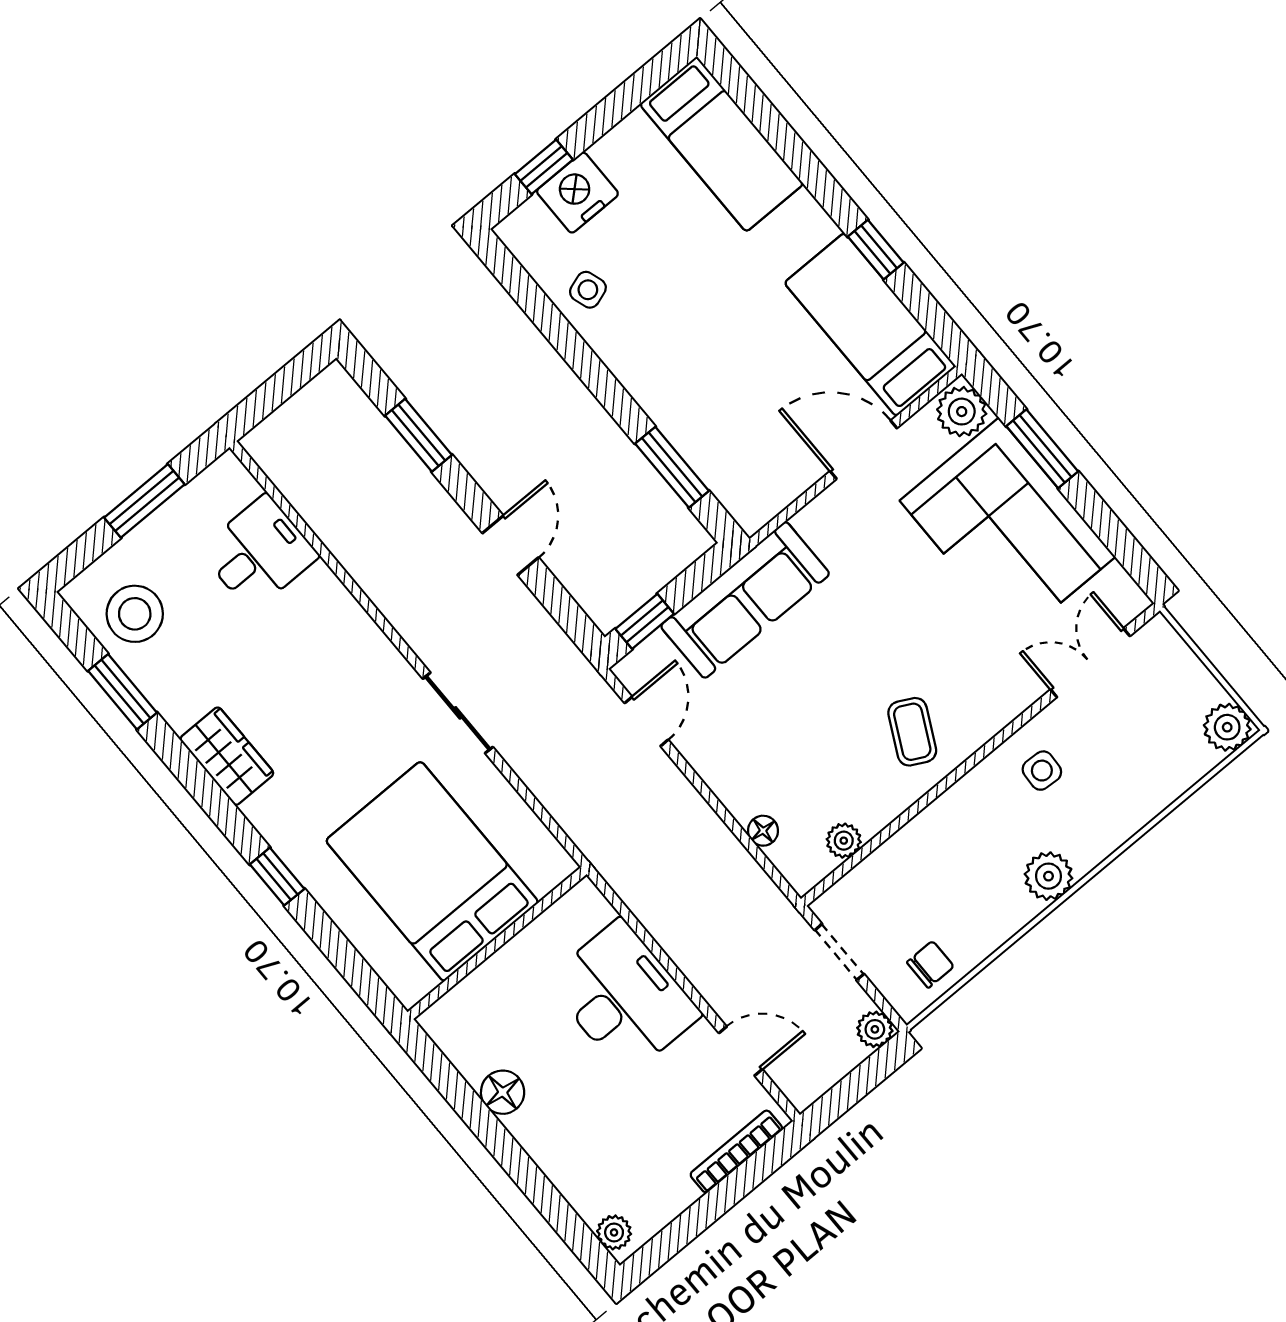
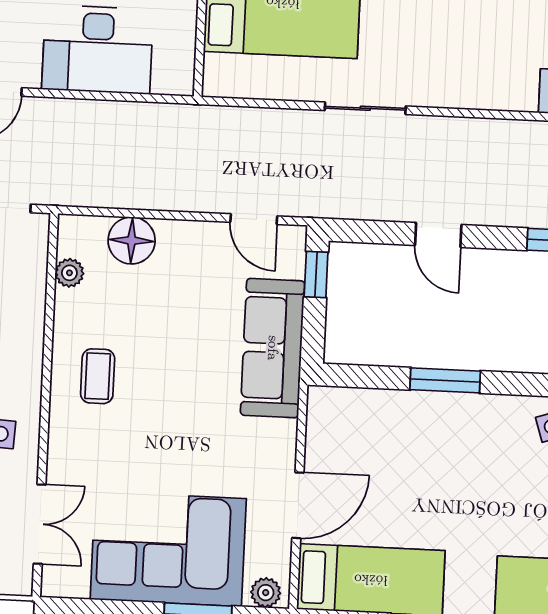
plant: (962, 412) -> (266, 593), width x0.73, depth x0.73
window: (672, 467) -> (445, 380), moved
coffee table: (912, 732) -> (98, 376), turned 63
floor lamp: (763, 831) -> (132, 240), width x1.89, depth x1.89

